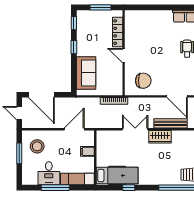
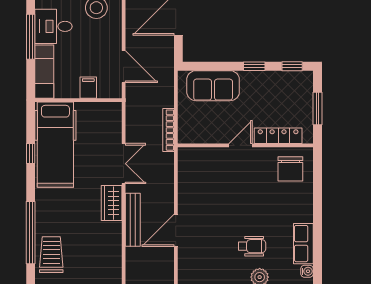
chair: (143, 81) -> (290, 169), moved
hospital bed: (117, 176) -> (55, 145), width x1.37, depth x1.29

